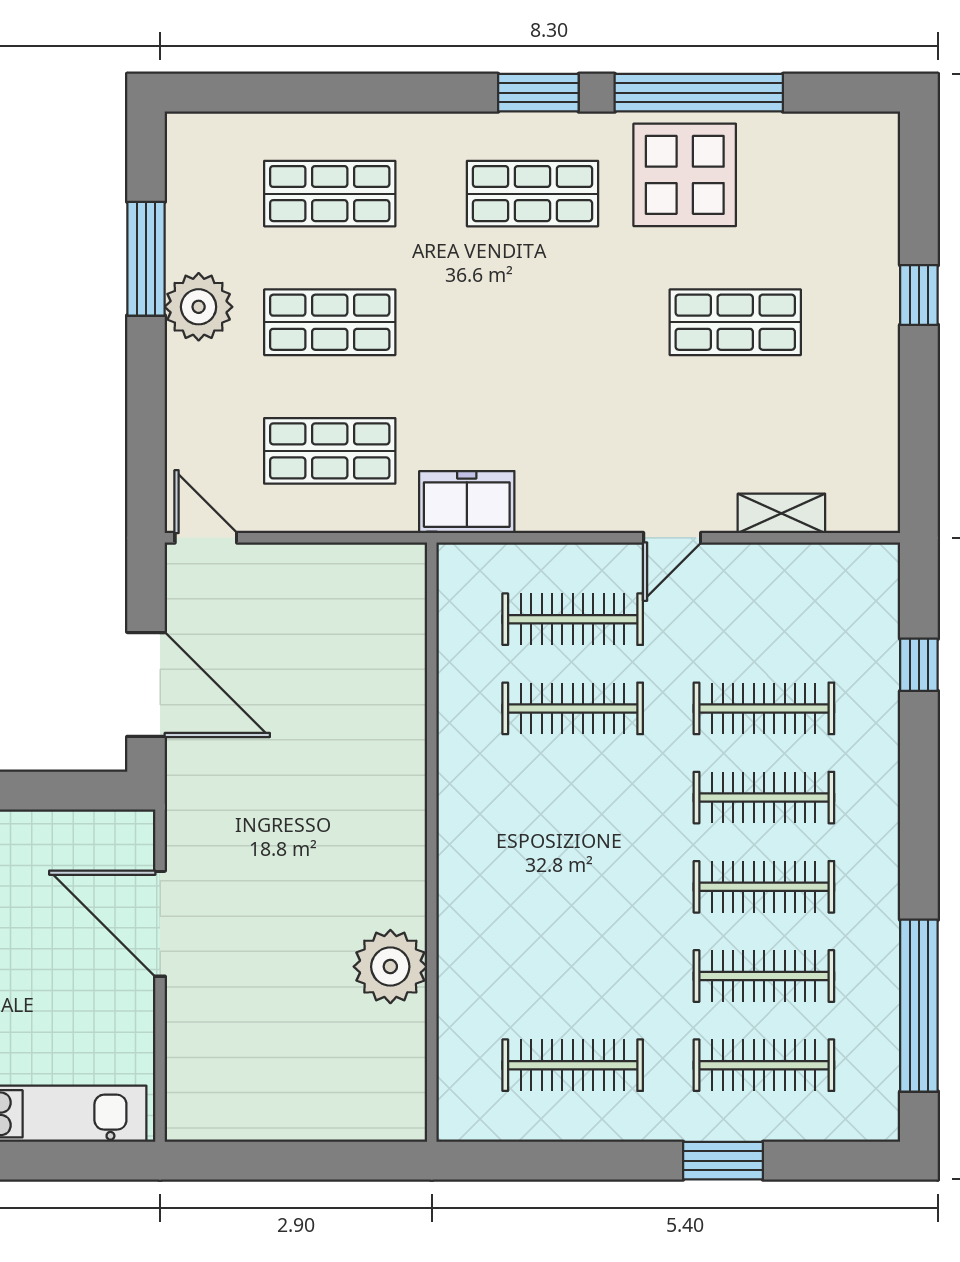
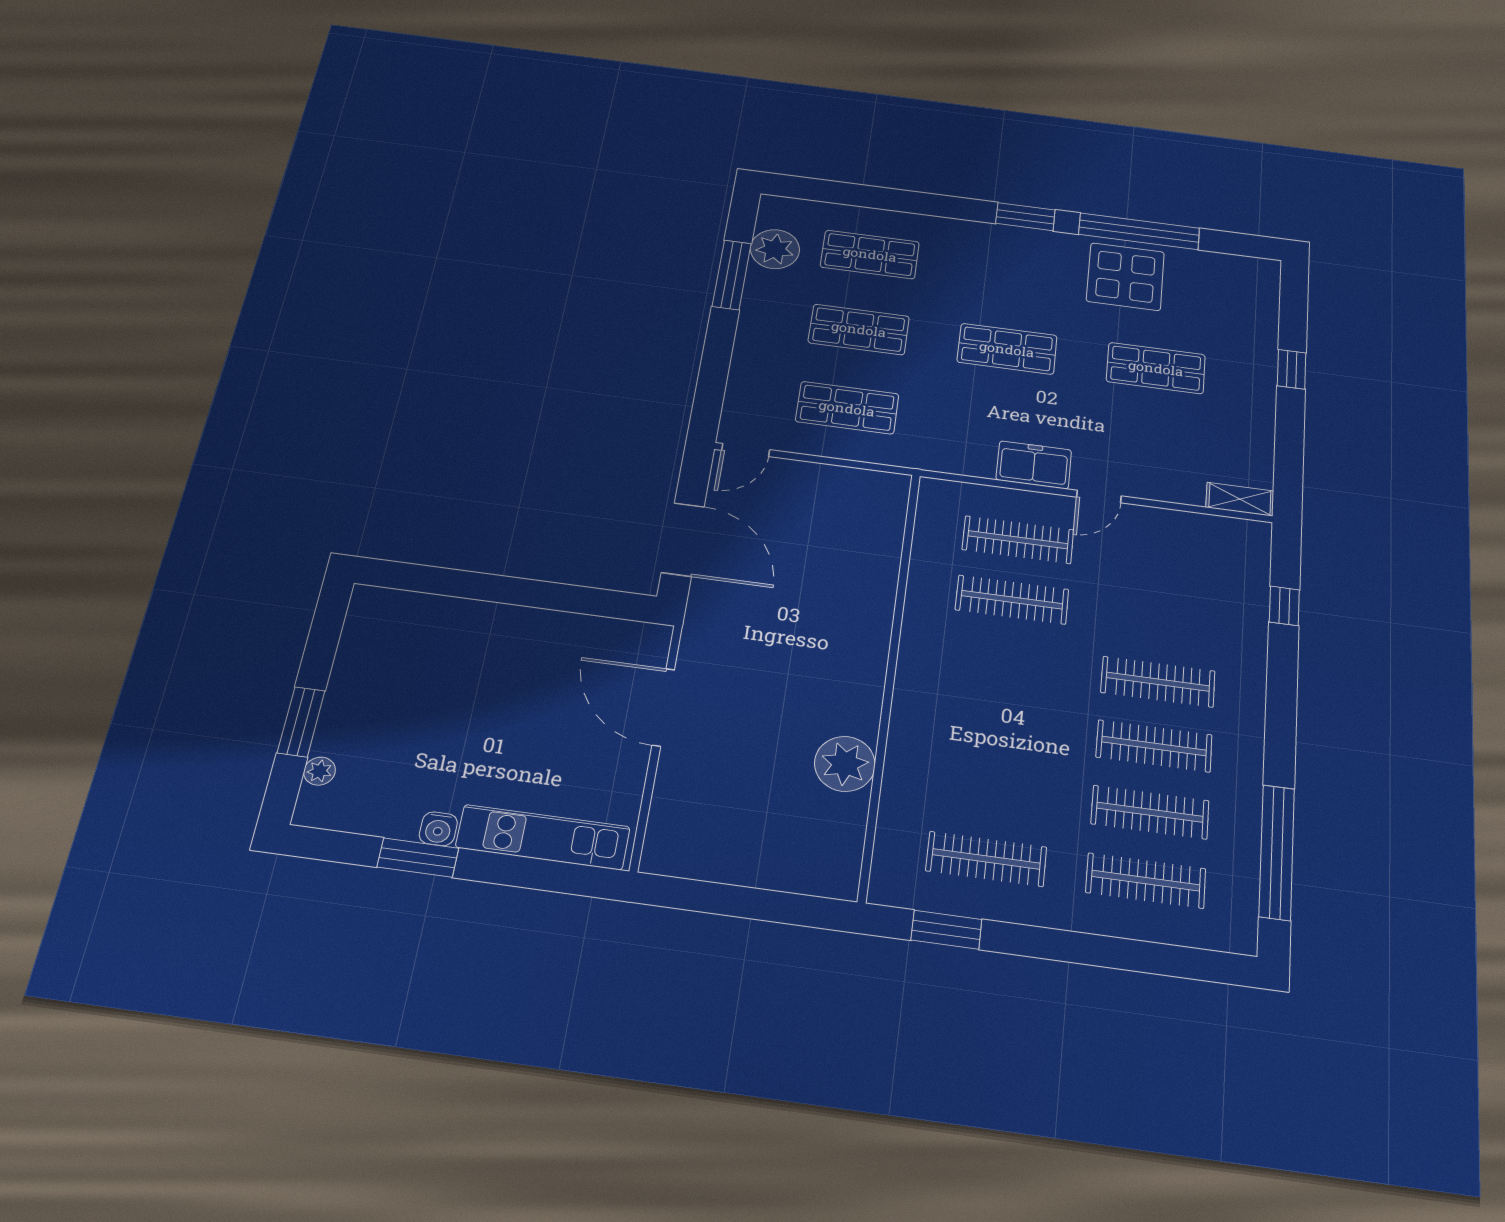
shop shelf: (532, 194) -> (1007, 349), moved
plant: (199, 307) -> (775, 249), moved
freezer: (467, 502) -> (1034, 465), moved
shelving: (781, 513) -> (1240, 499), moved
door: (206, 538) -> (746, 450), swing flipped
clothes rail: (764, 708) -> (1162, 620), removed
window: (723, 1161) -> (946, 930), moved

